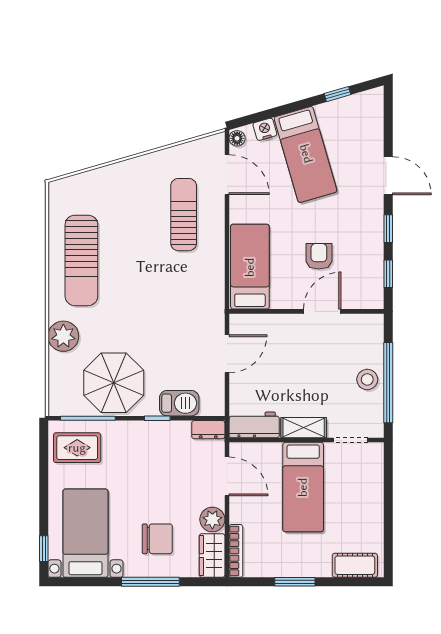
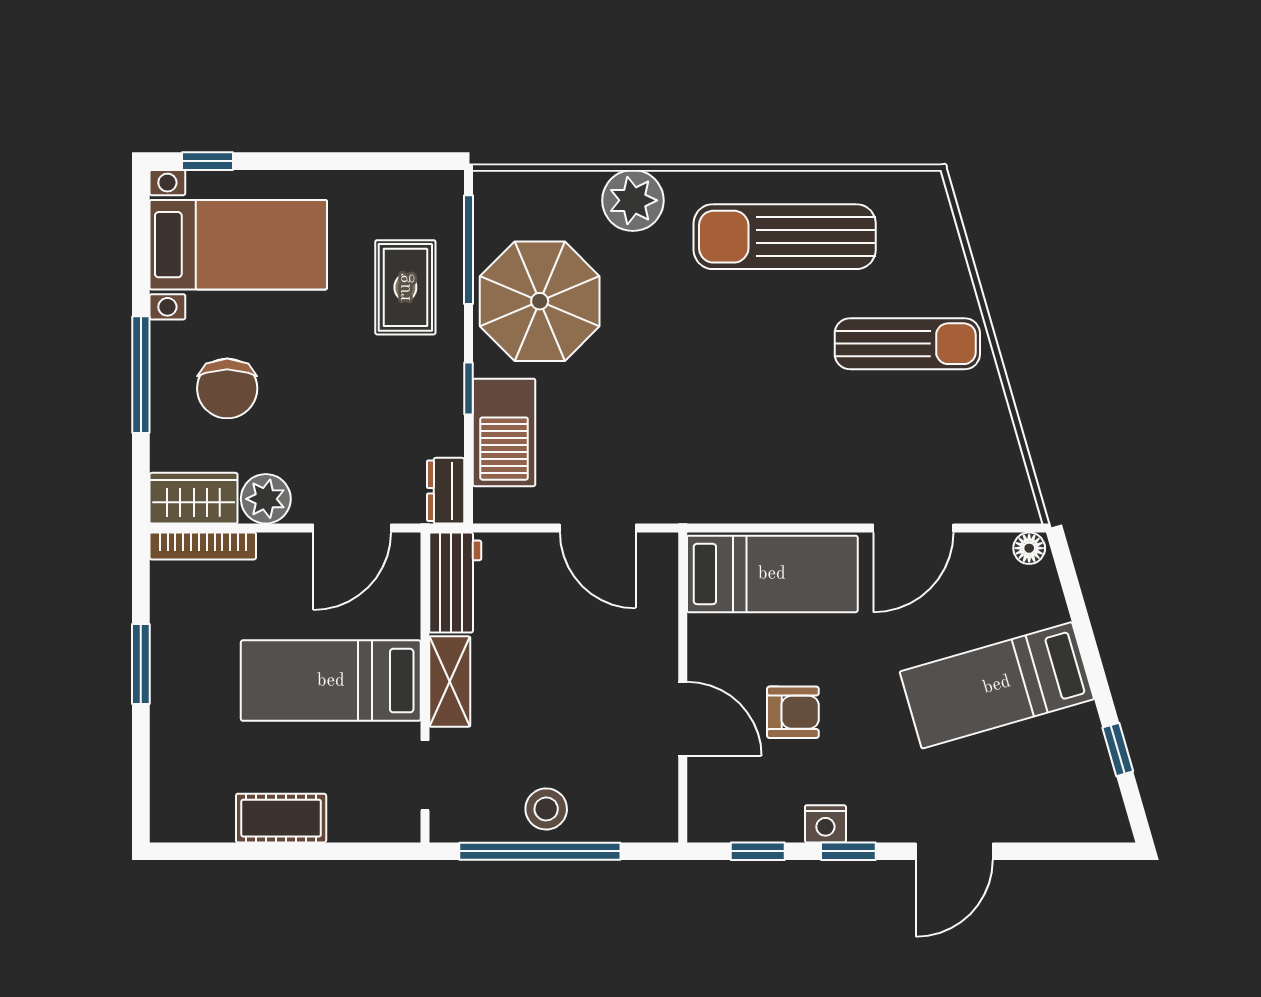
nightstand: (265, 129) -> (825, 824), moved, turned 106
door: (227, 175) -> (913, 528), moved
sun lounger: (184, 215) -> (907, 344), moved
barbecue: (179, 403) -> (504, 432), width x1.37, depth x1.21
rug: (77, 448) -> (405, 287), moved
cot: (355, 565) -> (281, 818), moved, turned 90

